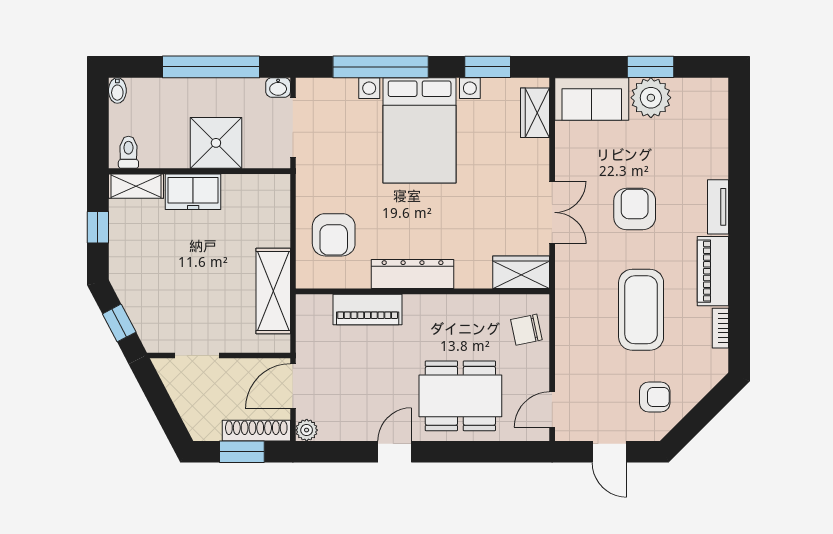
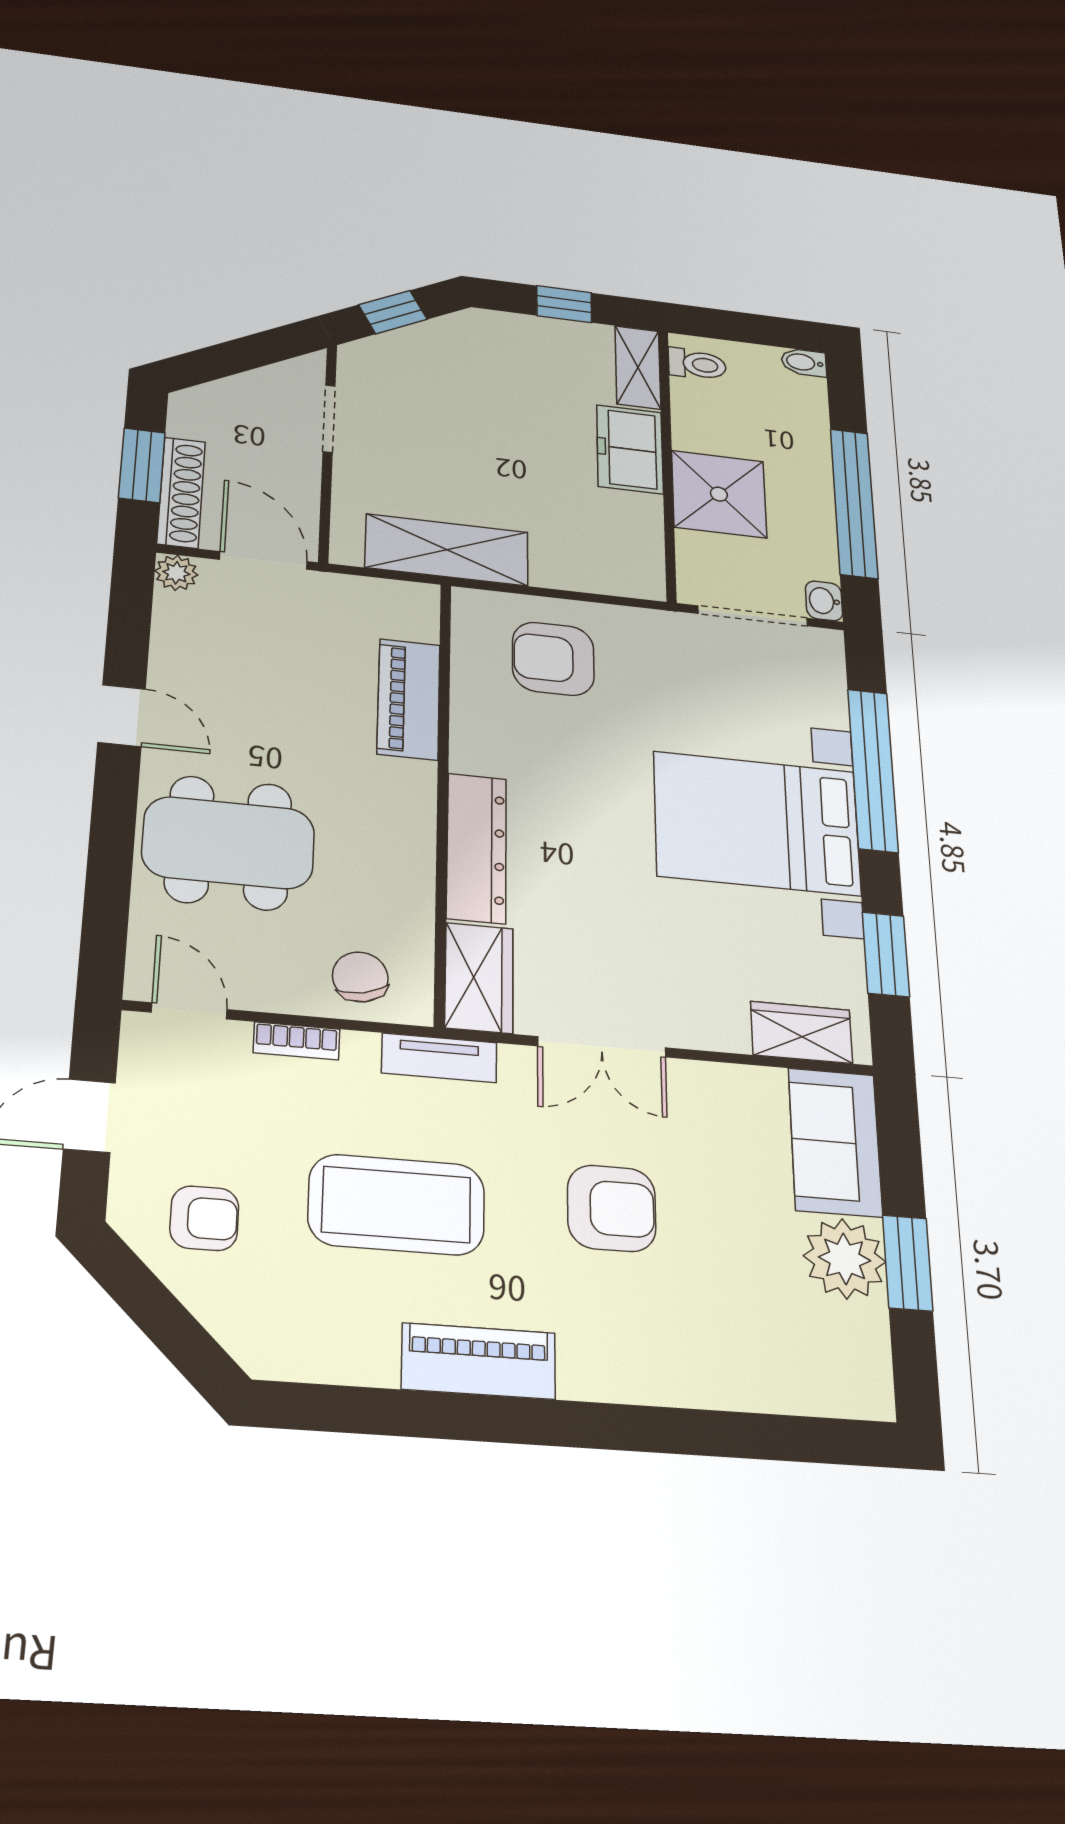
tv unit: (718, 207) -> (439, 1058), moved, turned 180
dresser: (413, 274) -> (477, 848), moved
bookcase: (720, 328) -> (297, 1041), moved, turned 180
dining table: (460, 396) -> (228, 843), turned 90
armchair: (655, 397) -> (204, 1218), turned -90

